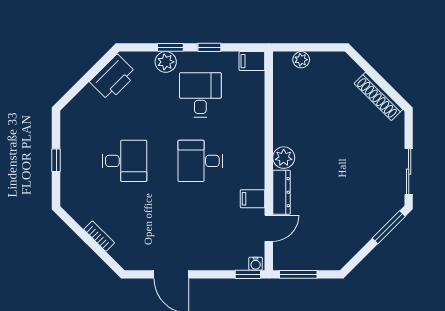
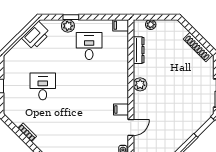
window: (209, 47) -> (95, 17), removed
desk: (124, 161) -> (43, 86), turned -90
desk: (200, 161) -> (89, 86), removed
dresser: (281, 192) -> (139, 50), moved

